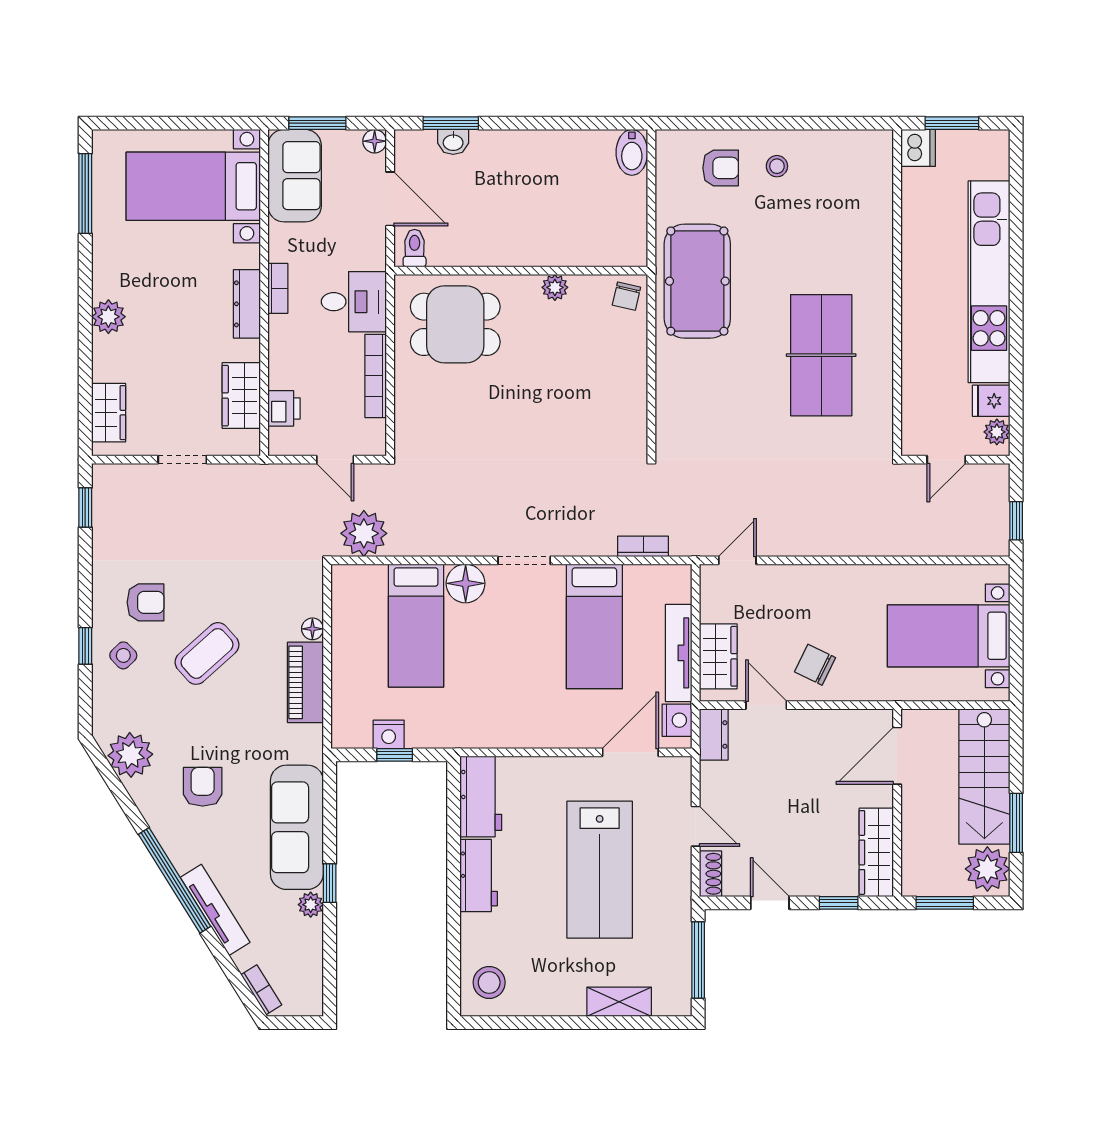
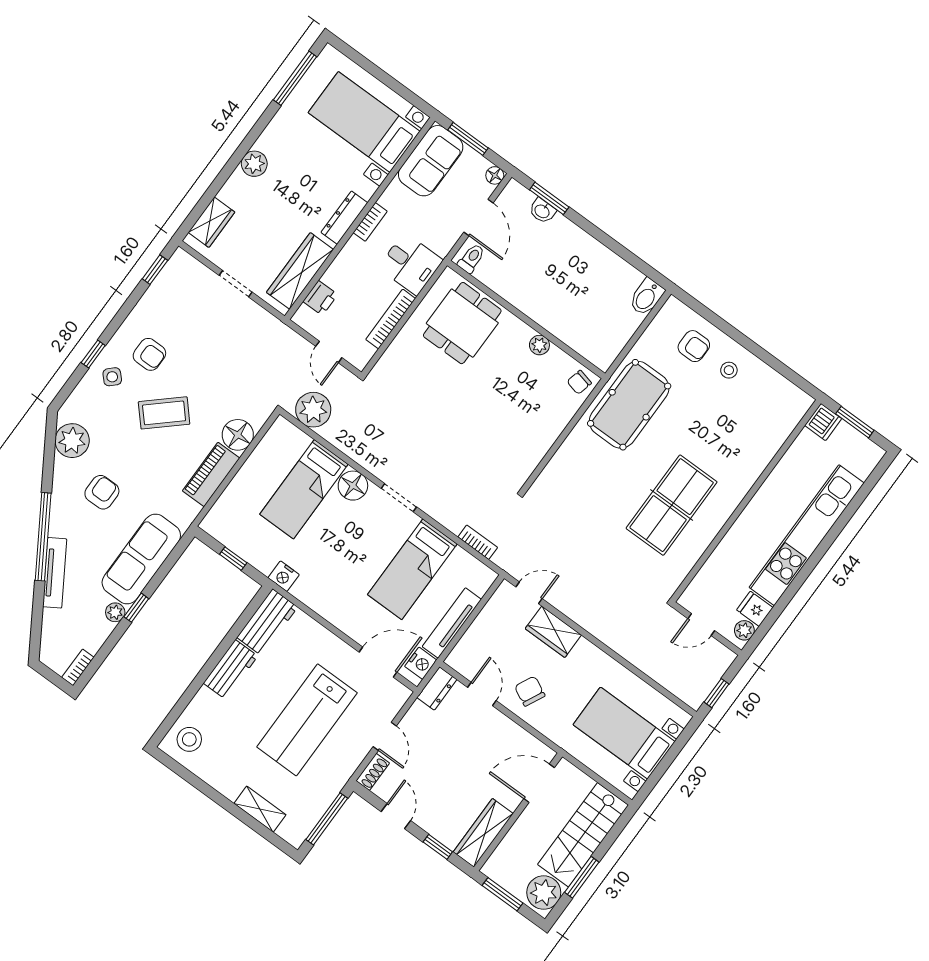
dining table: (455, 324) -> (462, 323), turned 90
wardrobe: (241, 396) -> (300, 271), width x1.50
floor lamp: (312, 629) -> (238, 435), width x1.89, depth x1.89
wardrobe: (718, 656) -> (553, 632), moved, turned 90
nightstand: (389, 734) -> (284, 576), moved
bookcase: (261, 990) -> (78, 667), moved, turned -148

